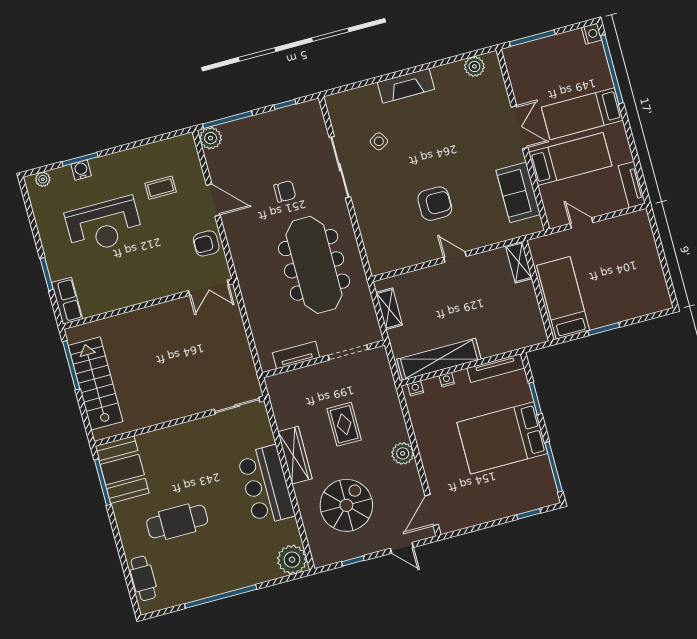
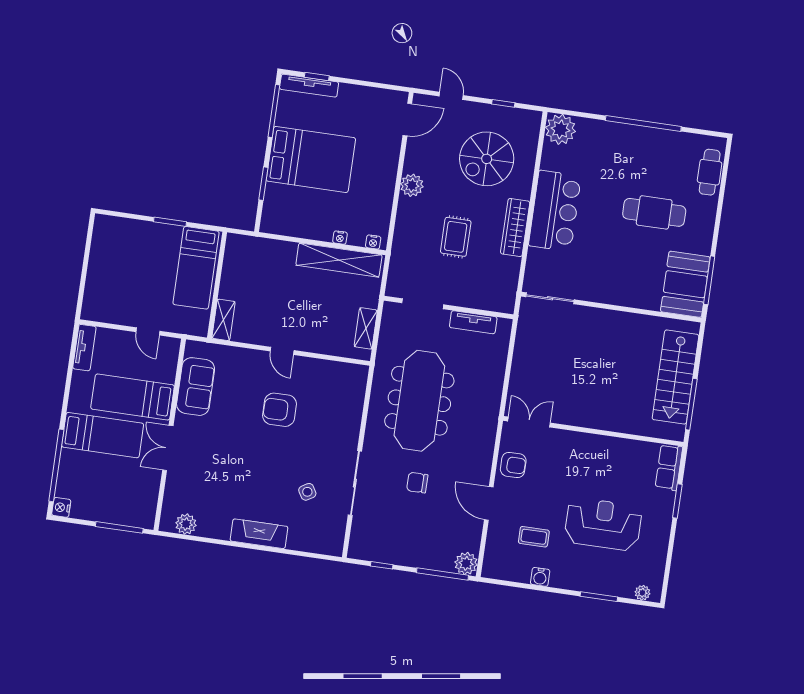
water cooler: (81, 170) -> (540, 577), moved
tv unit: (496, 368) -> (309, 86), moved, turned 180

